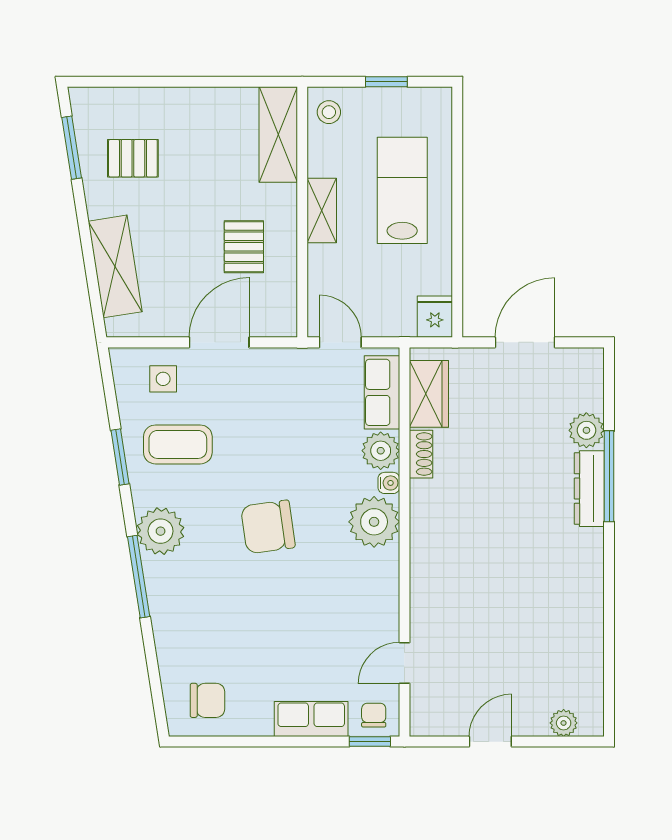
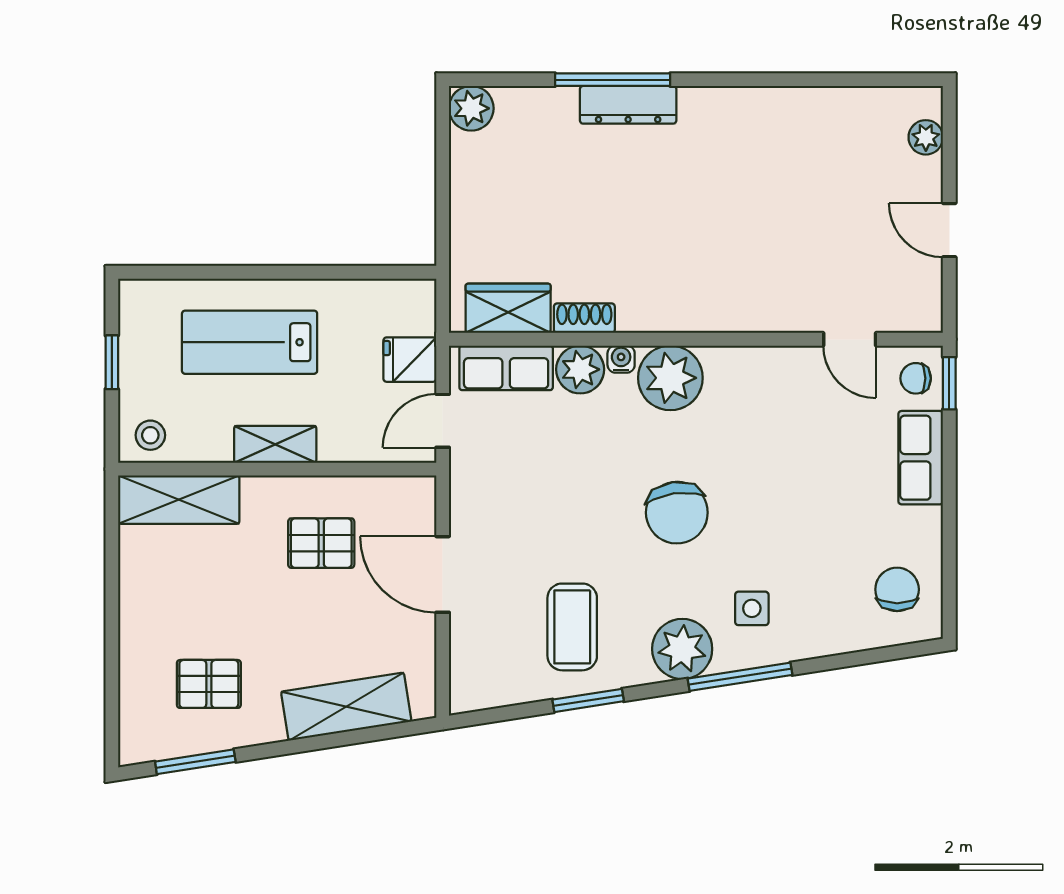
pallet: (133, 158) -> (209, 684), turned 90
fridge: (435, 317) -> (410, 360), moved
door: (525, 342) -> (443, 186), removed
side table: (163, 379) -> (752, 608), moved
plant: (586, 430) -> (471, 108), moved

